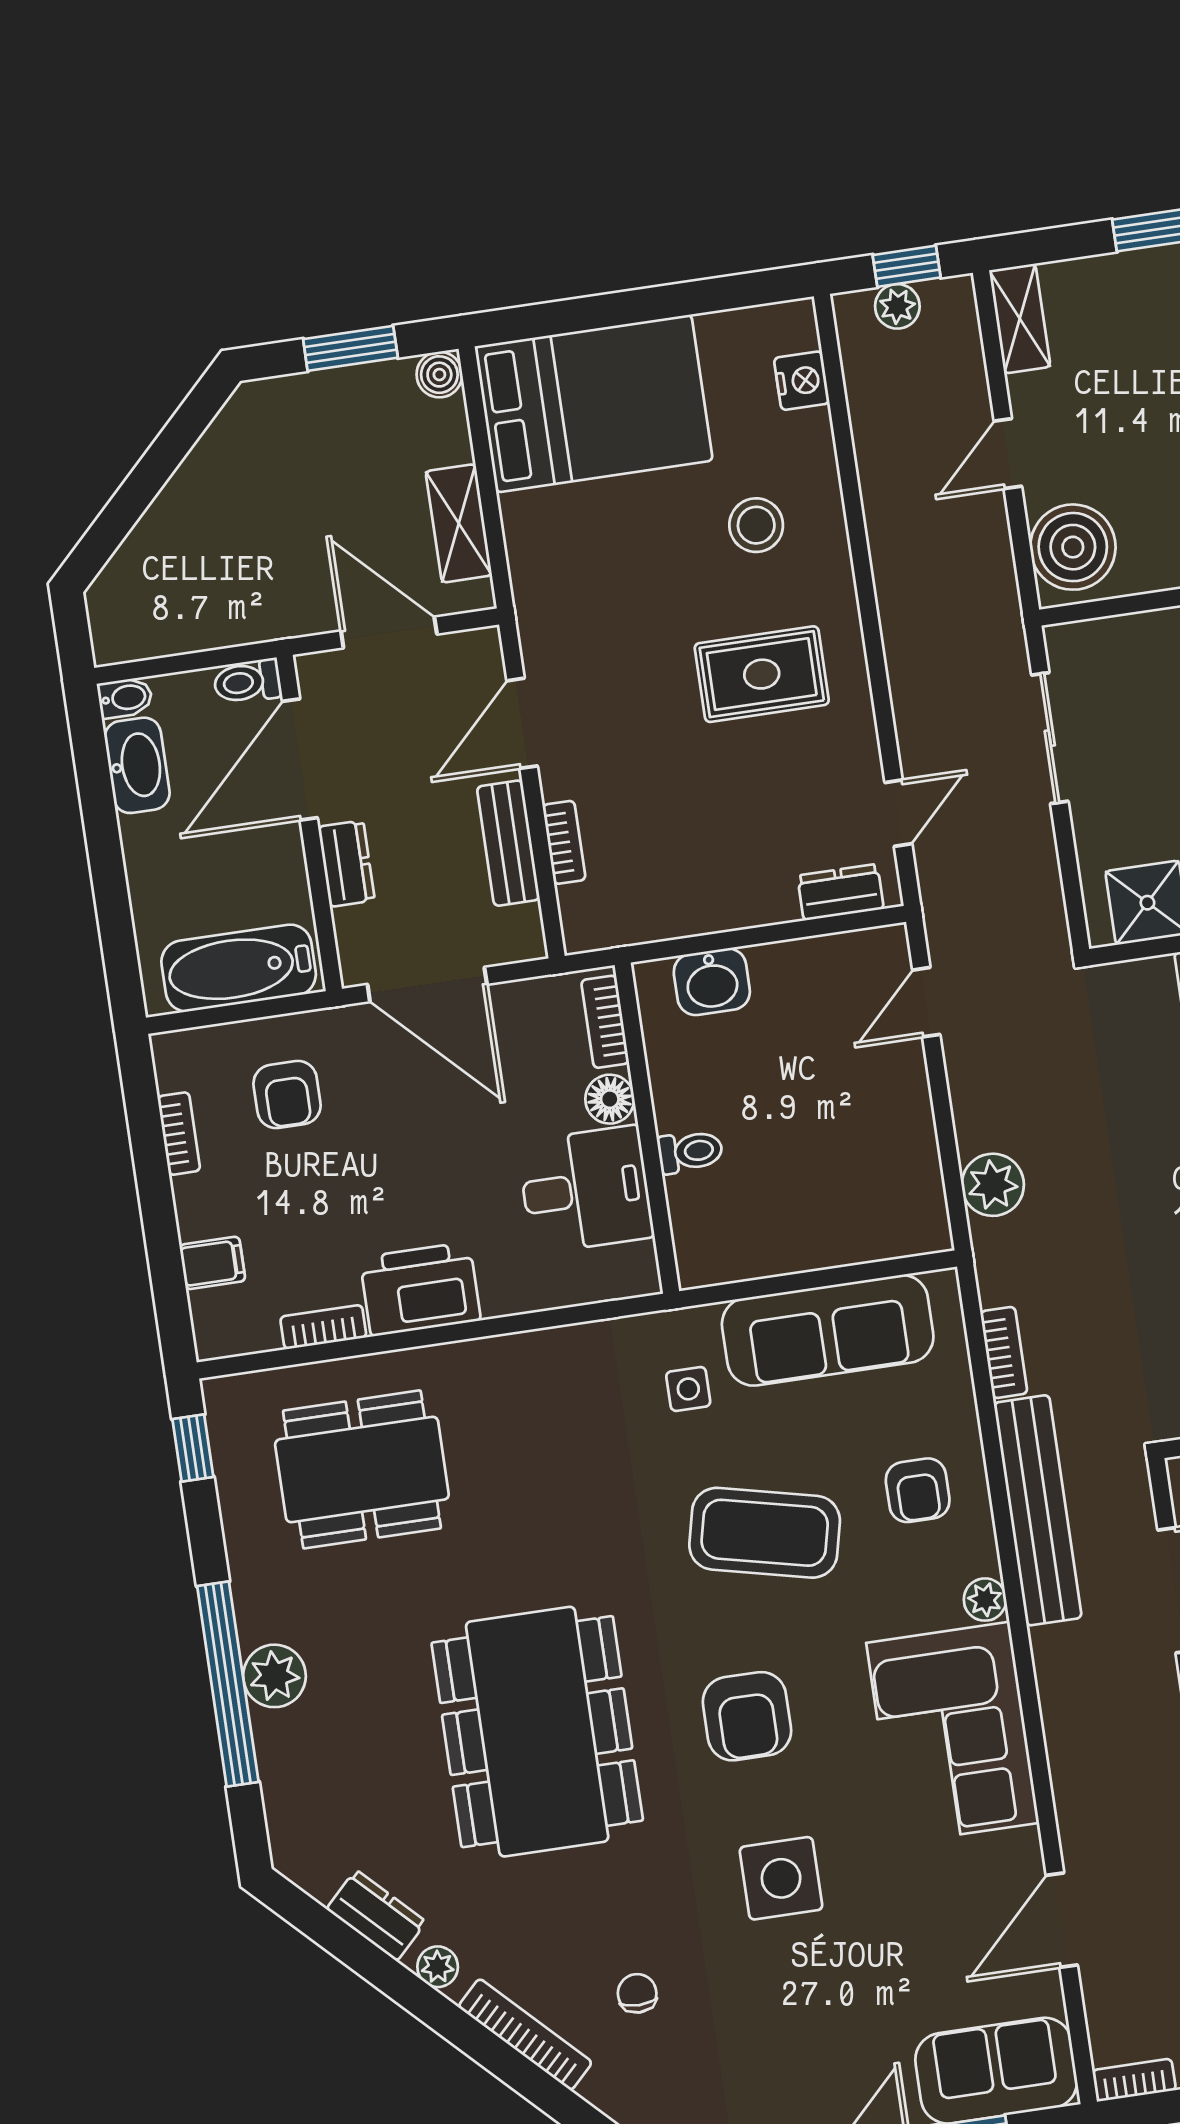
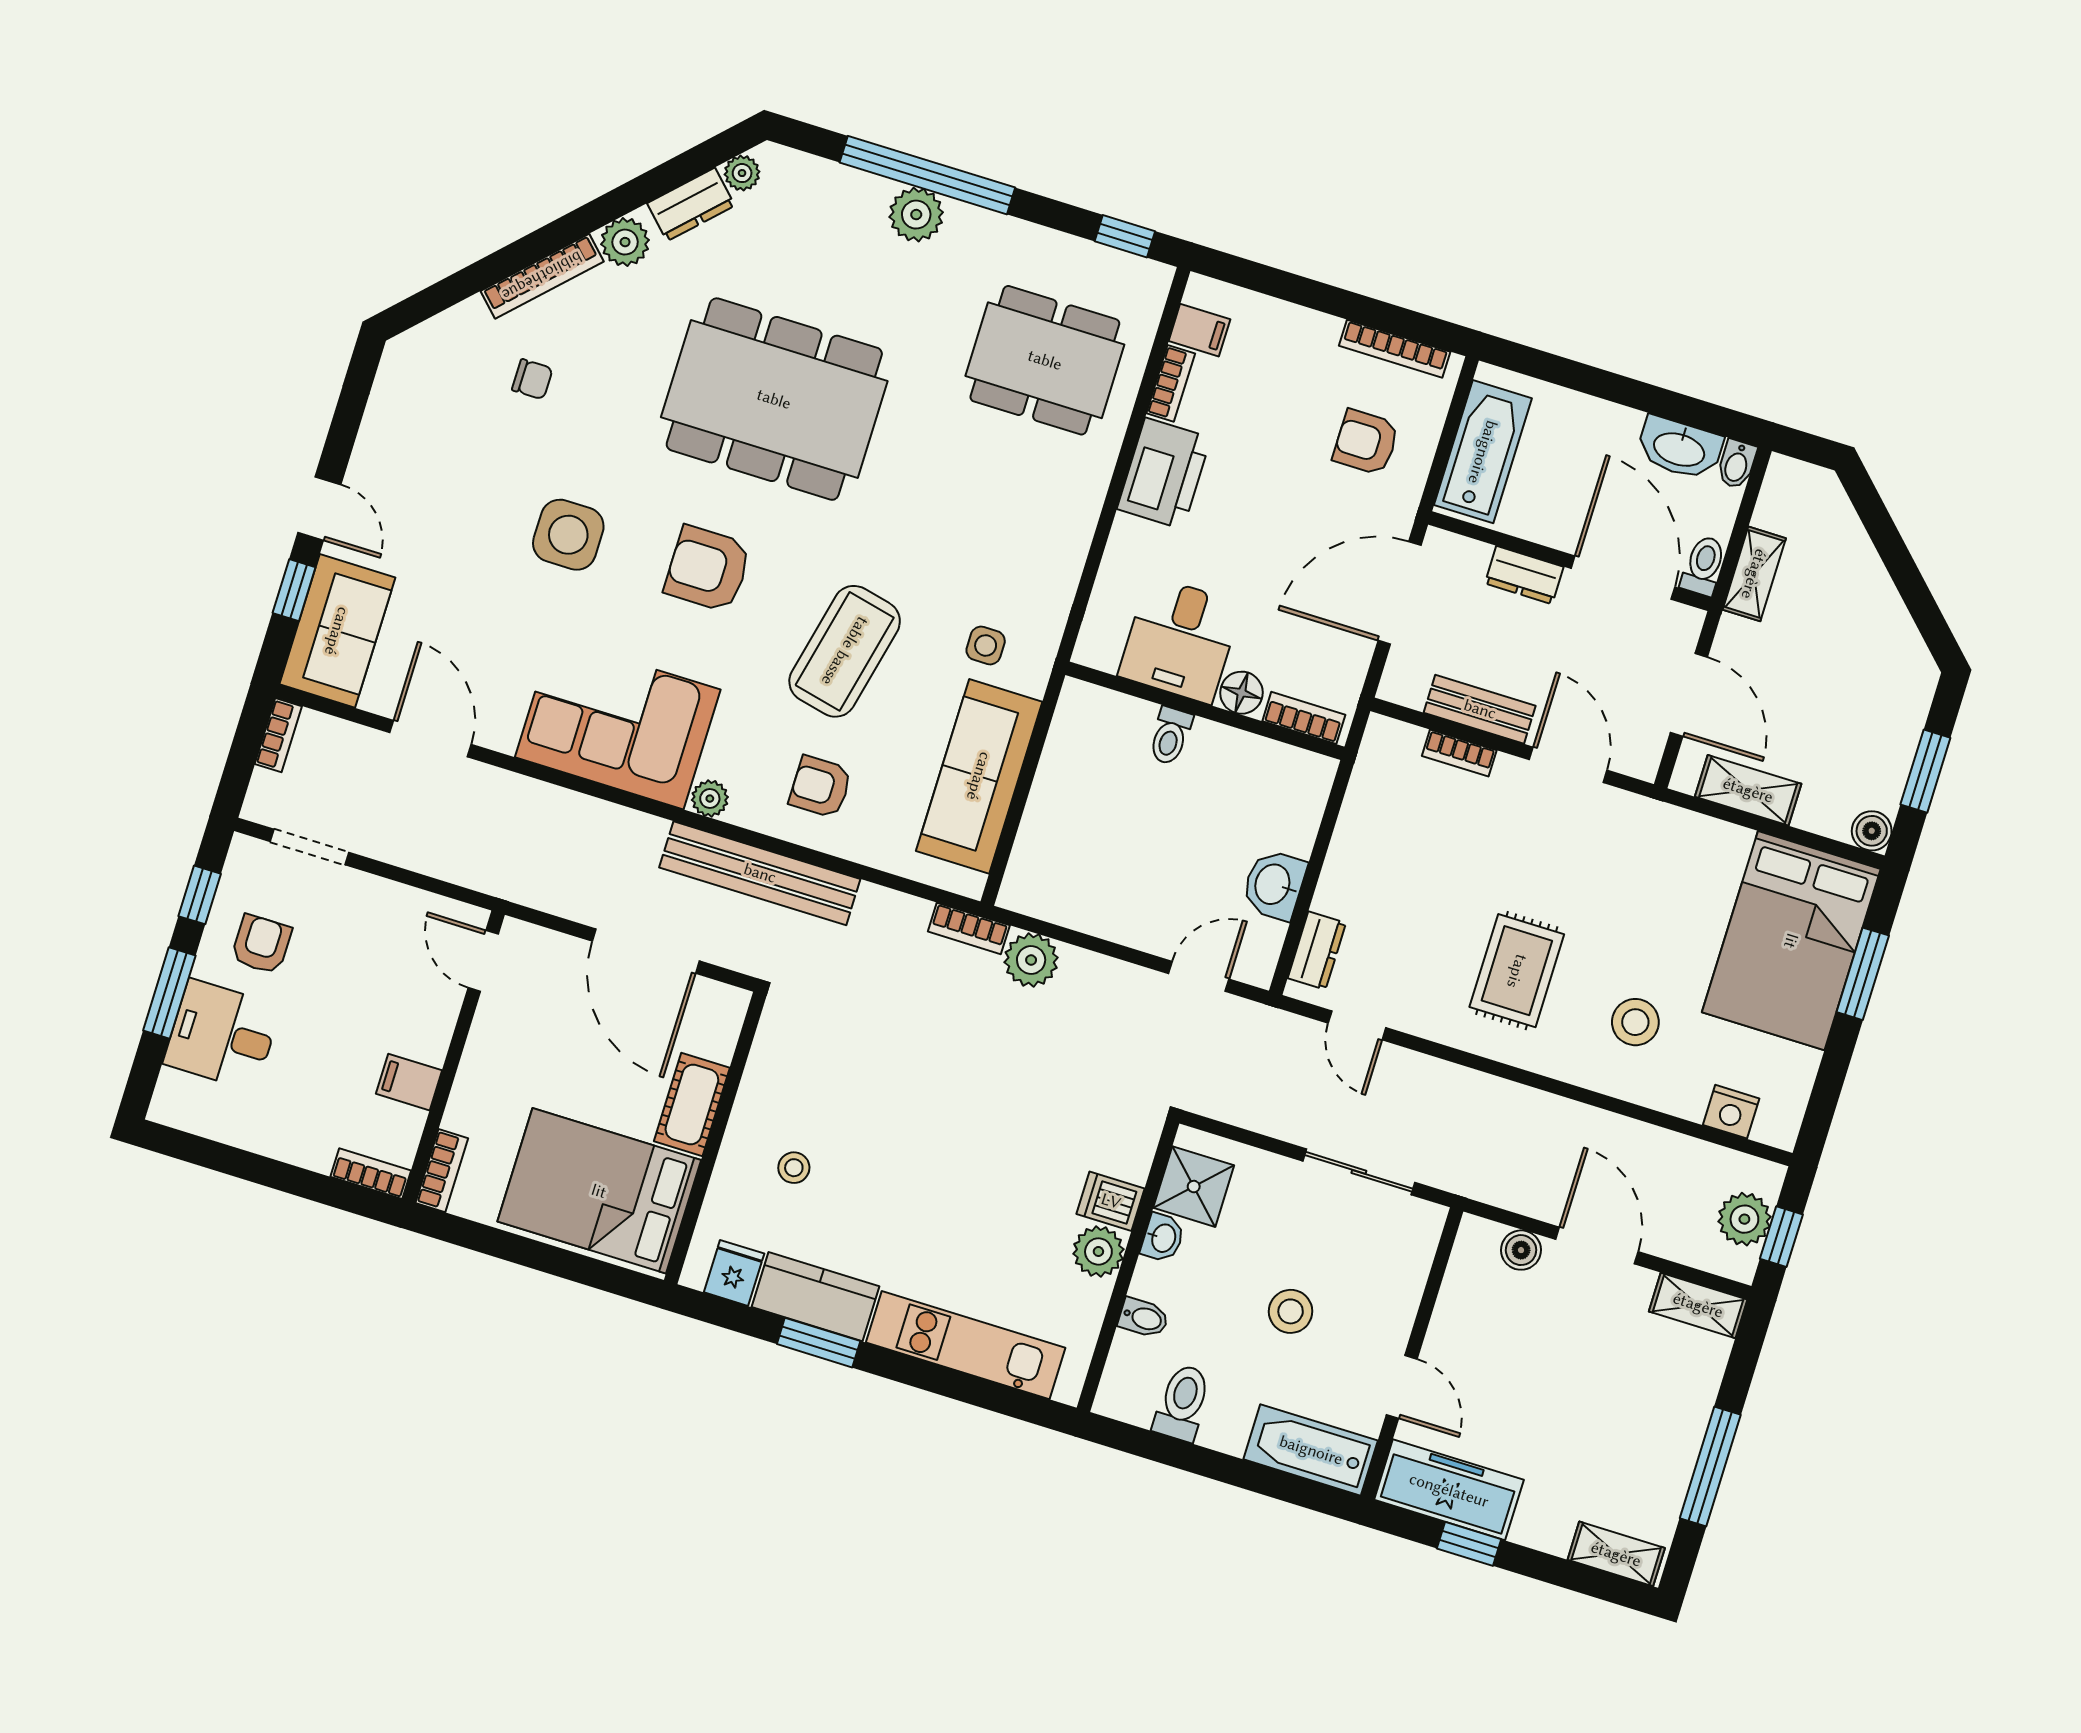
plant: (897, 306) -> (1744, 1219), width x1.38, depth x1.38
window: (593, 313) -> (1863, 974), added
door: (1008, 454) -> (1597, 1246), width x1.38
boiler: (1073, 547) -> (1521, 1250), width x0.54, depth x0.54
shelving: (231, 625) -> (1754, 574), added
door: (389, 633) -> (1689, 695), hinge flipped
washbasin: (712, 982) -> (1274, 885), moved
door: (926, 1002) -> (1199, 976), hinge flipped
bookcase: (179, 1134) -> (1395, 349), width x1.56
filing cabinet: (212, 1263) -> (1199, 330), moved, turned -90
bookcase: (1004, 1352) -> (969, 928), moved
dining table: (362, 1469) -> (1045, 360), turned 90
plant: (318, 1878) -> (742, 173), added
plant: (438, 1967) -> (625, 242), width x1.38, depth x1.38

